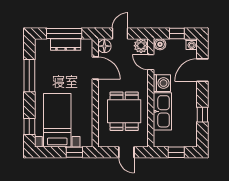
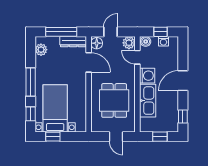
dresser: (66, 44) -> (73, 42), moved
washing machine: (192, 44) -> (163, 41), moved
plant: (41, 54) -> (41, 50), added
door: (202, 70) -> (183, 81), moved
window: (29, 76) -> (31, 82), moved
window: (202, 115) -> (183, 116), moved
window: (74, 152) -> (53, 137), moved

